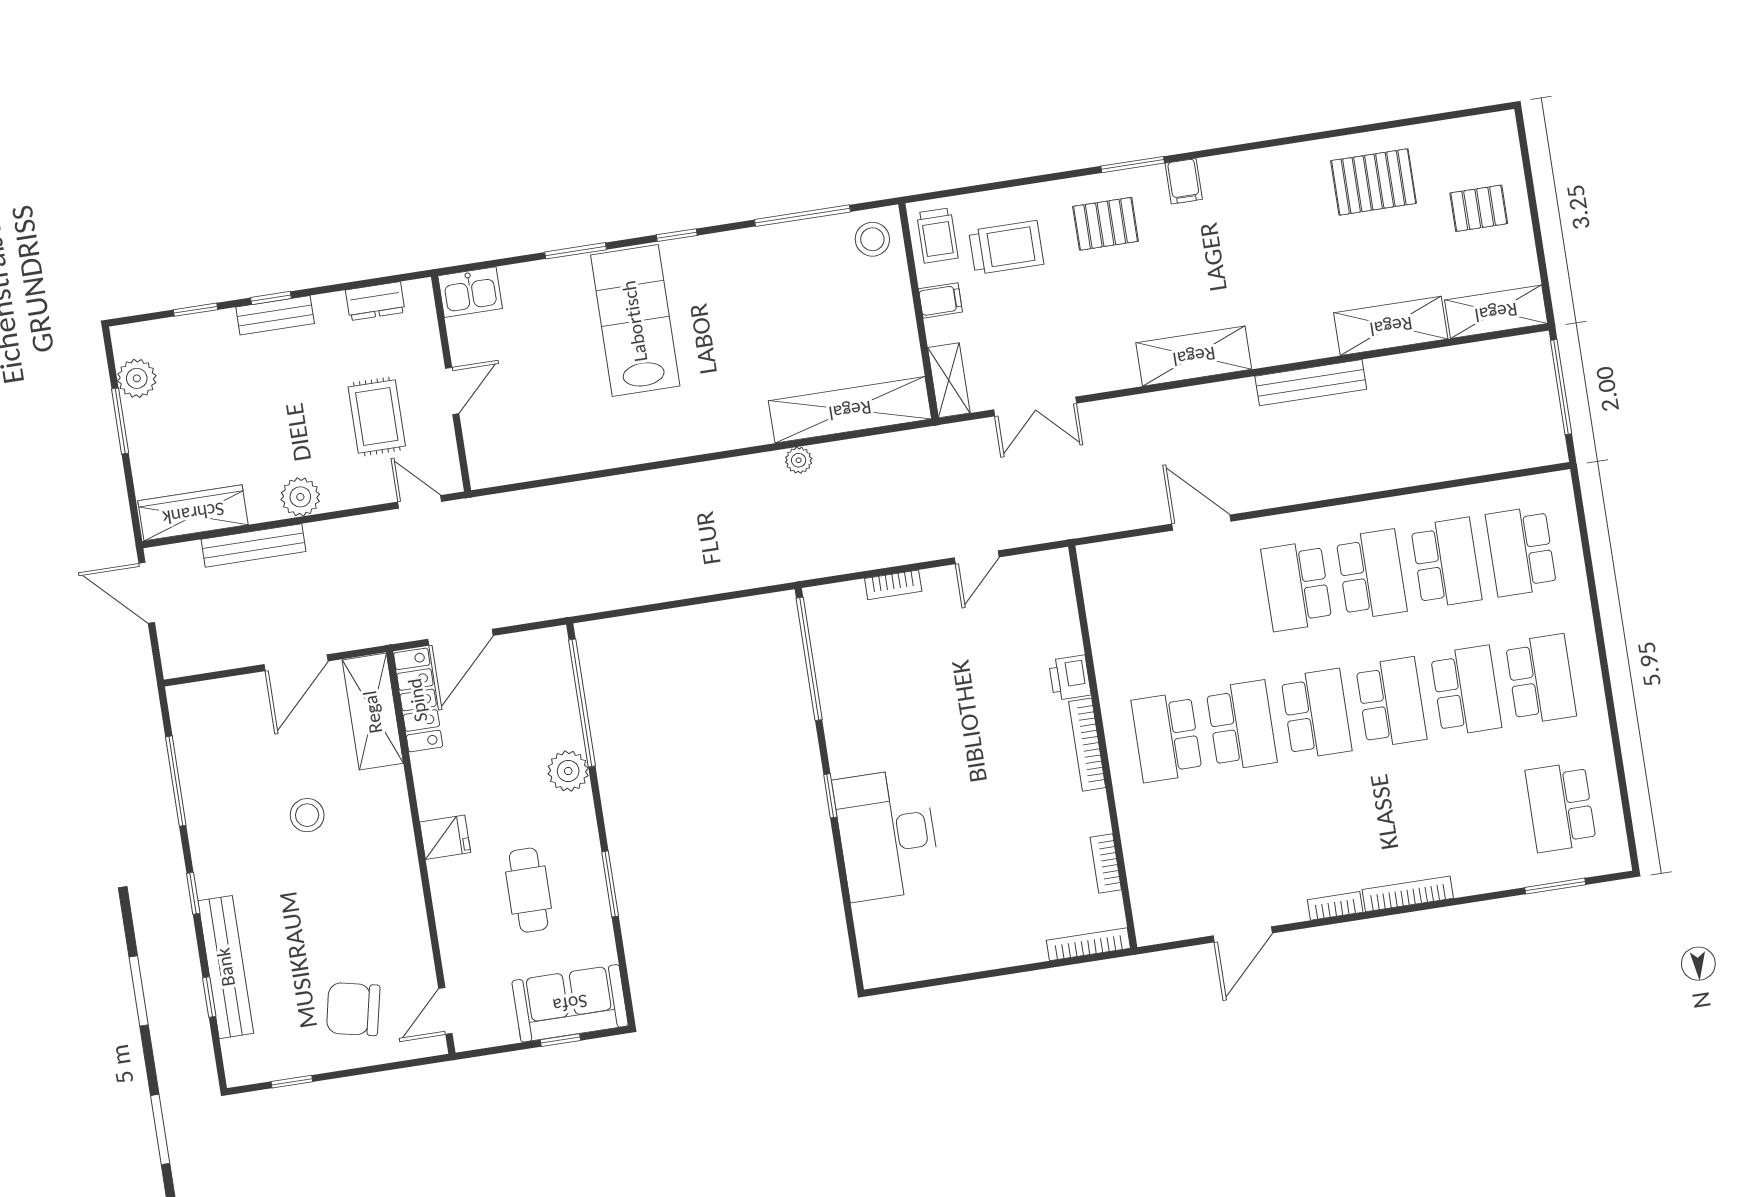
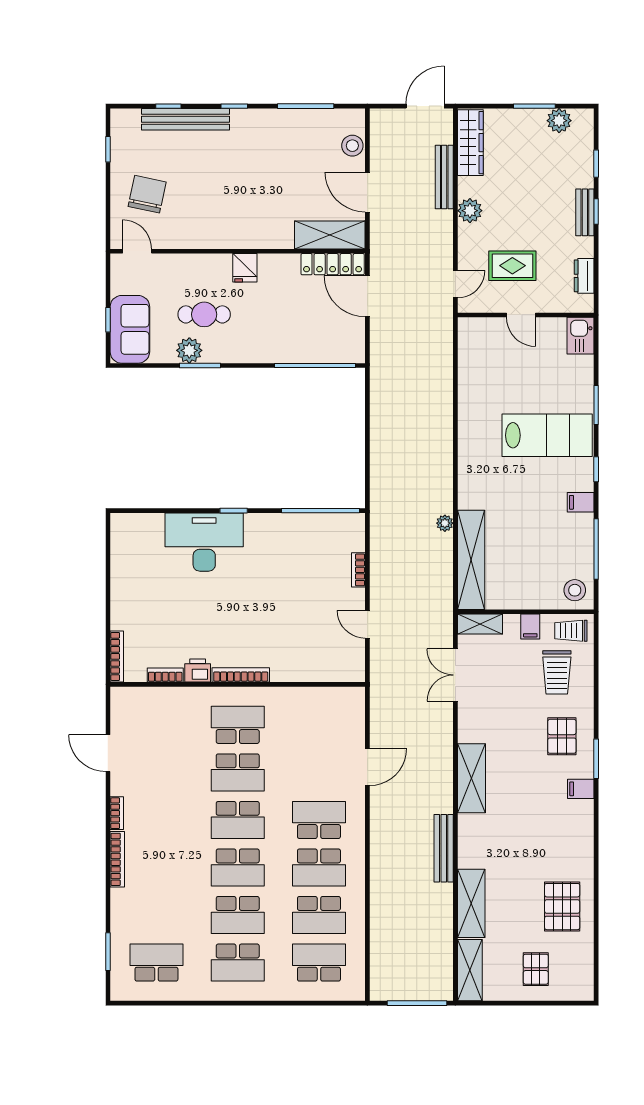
filing cabinet: (733, 251) -> (581, 502), added
printer: (1070, 678) -> (198, 670), moved
plant: (568, 771) -> (189, 350), moved
stool: (307, 815) -> (352, 146), moved

